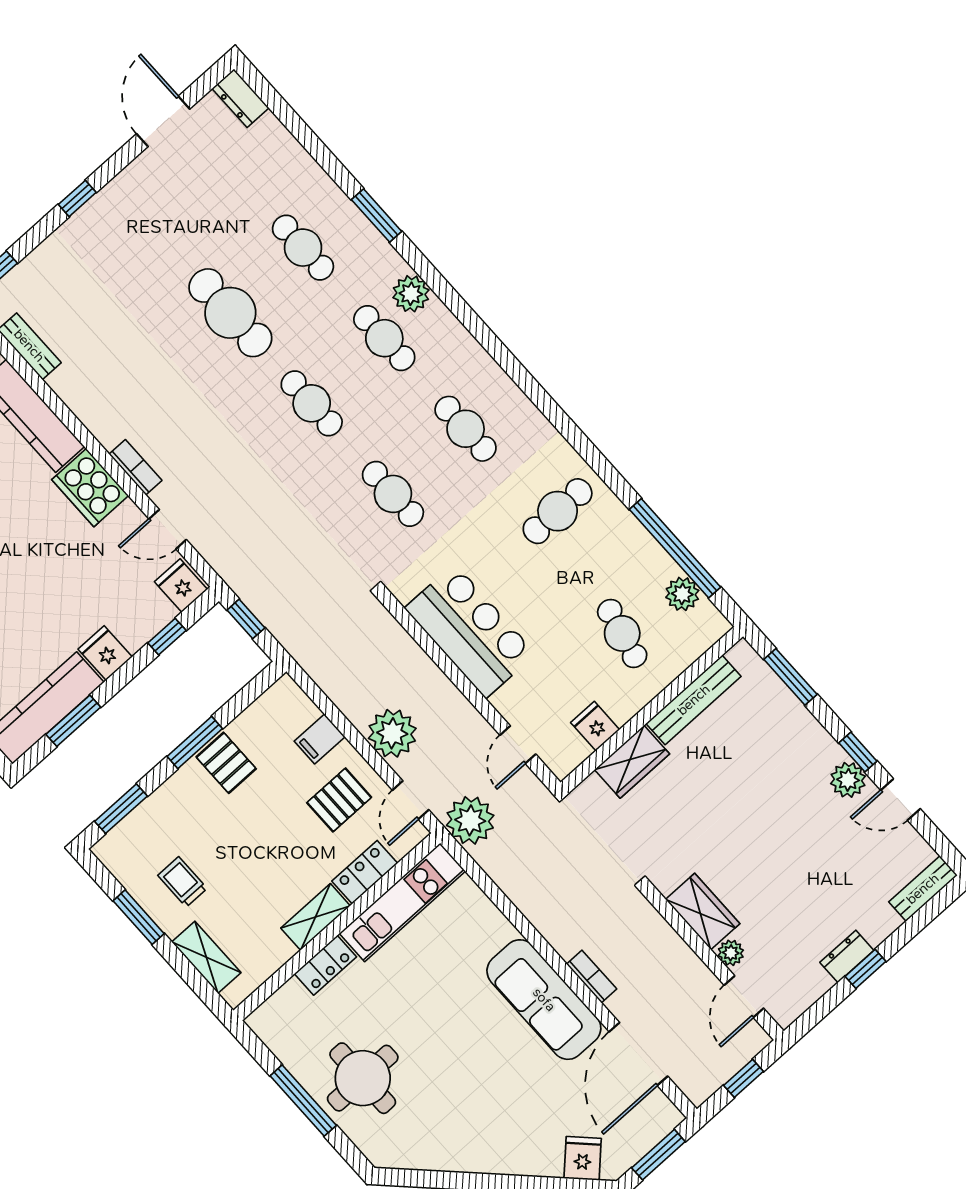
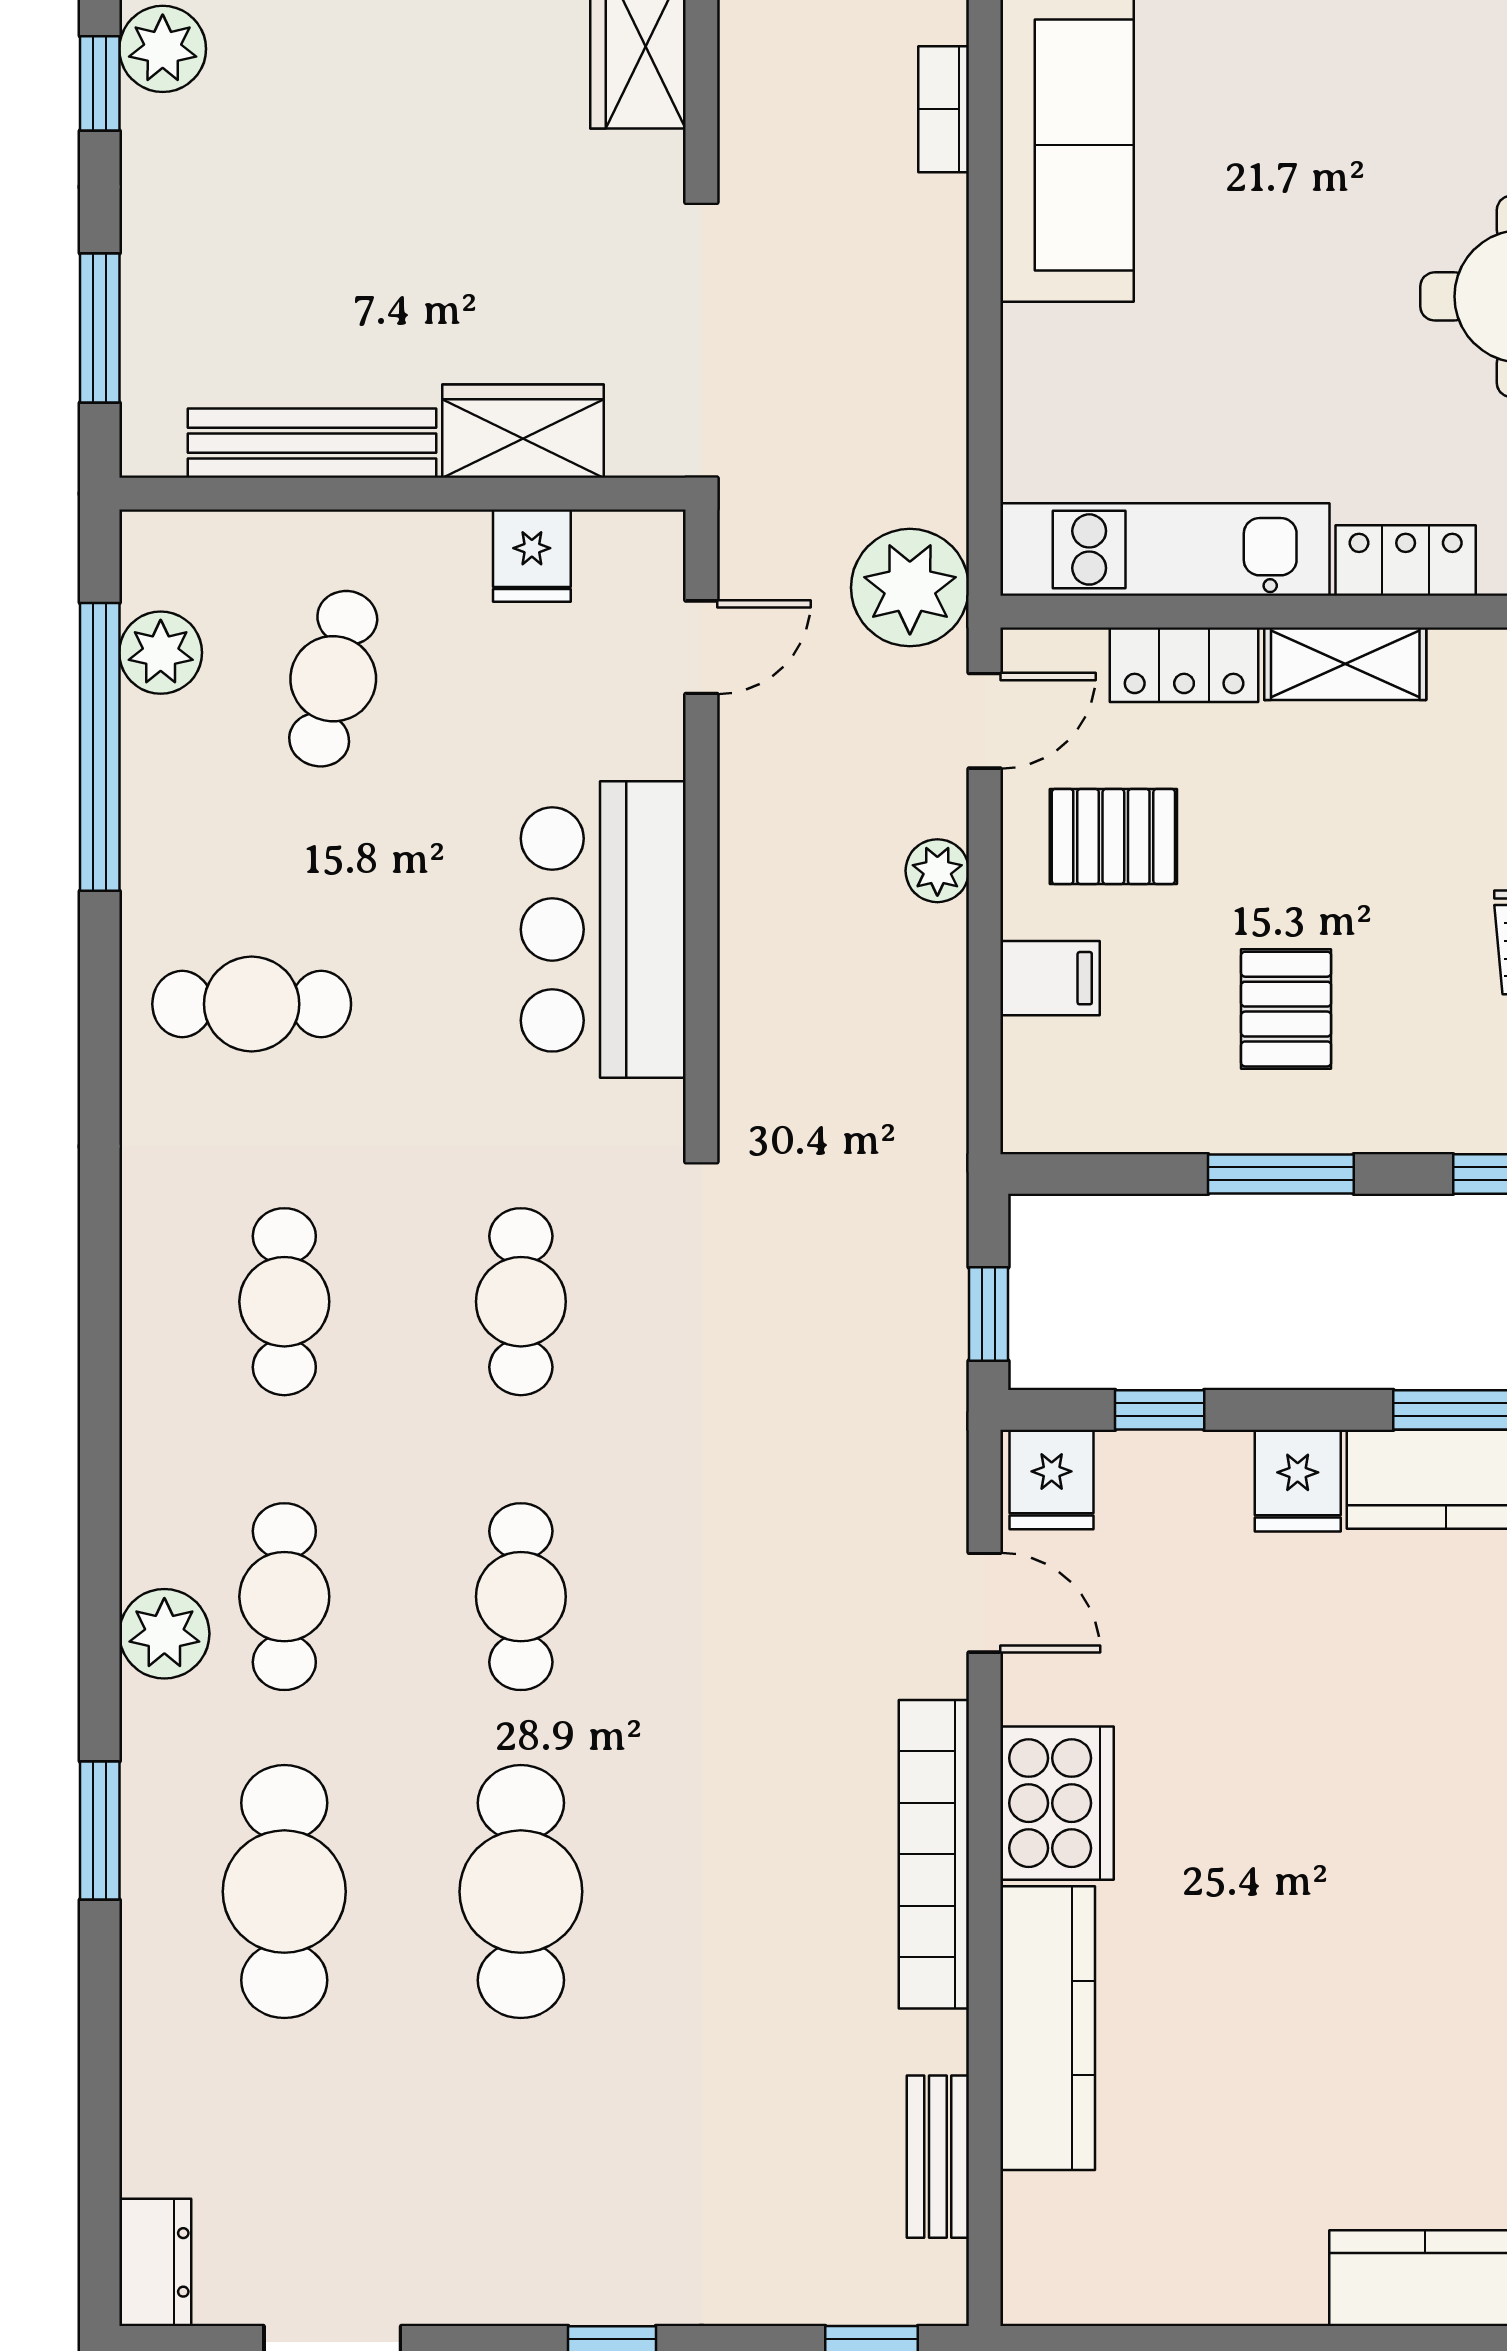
cafe table: (303, 248) -> (284, 1892), width x1.37, depth x1.35
bookcase: (135, 467) -> (934, 1854), width x2.31, depth x1.31
plant: (392, 733) -> (937, 871), width x0.53, depth x0.53
pallet: (226, 763) -> (1286, 1009), moved

